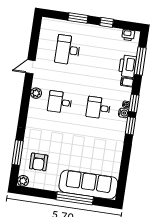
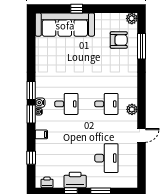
window: (140, 61) -> (31, 158), width x0.46
printer: (127, 66) -> (75, 180), moved, turned -90
armchair: (39, 162) -> (119, 40), turned 90
window: (75, 198) -> (77, 9), width x0.32

